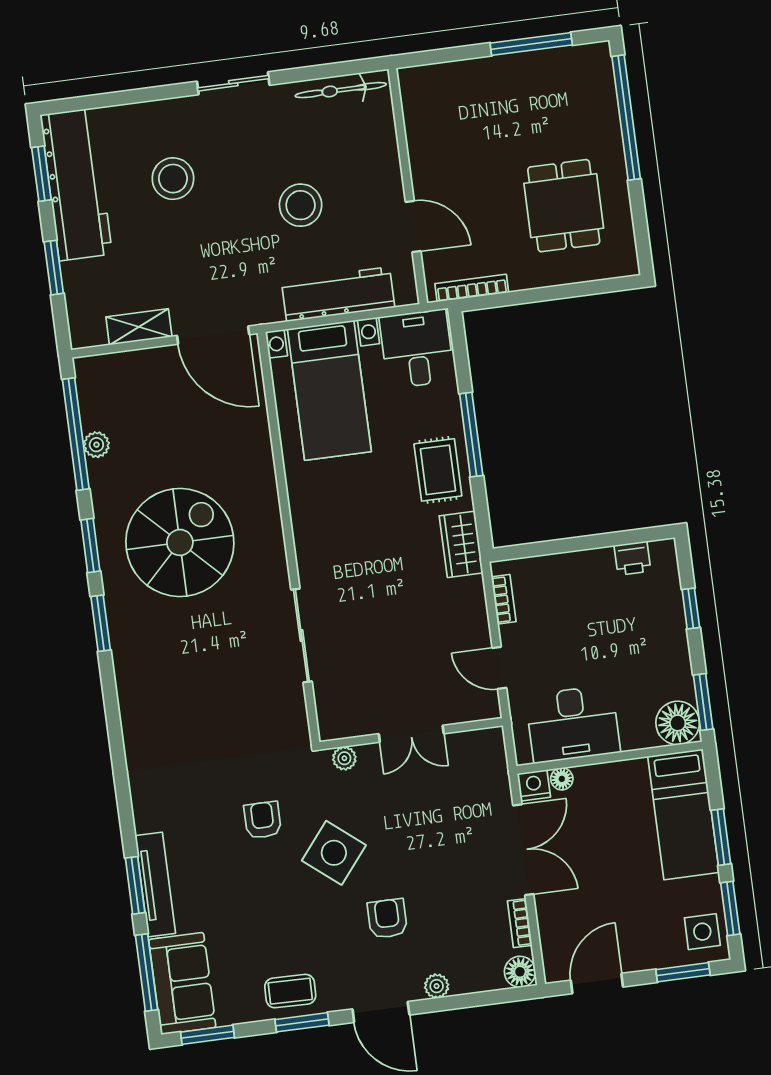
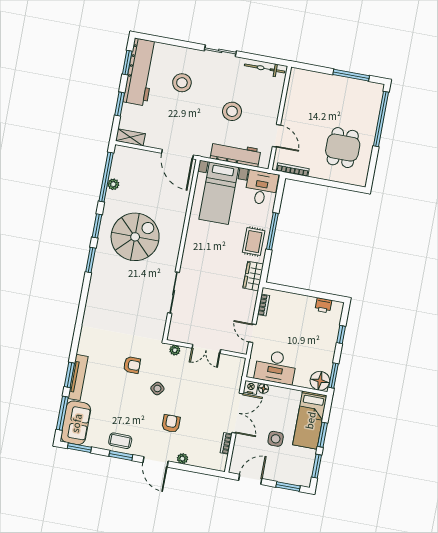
shelving: (139, 327) -> (130, 137), moved
armchair: (263, 820) -> (132, 365), turned 90
side table: (334, 853) -> (157, 388), width x0.54, depth x0.54
side table: (702, 932) -> (276, 439), moved
floor lamp: (520, 972) -> (220, 464), removed

